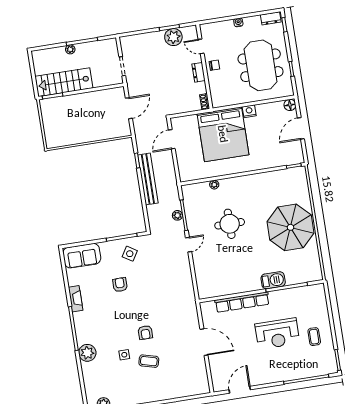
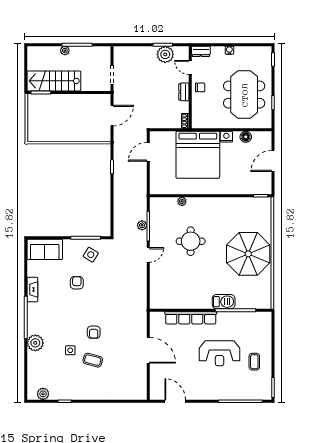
dresser: (271, 18) -> (201, 51), moved
floor lamp: (290, 105) -> (246, 137), moved
bench: (148, 179) -> (119, 186), removed
door: (240, 390) -> (175, 401), hinge flipped

